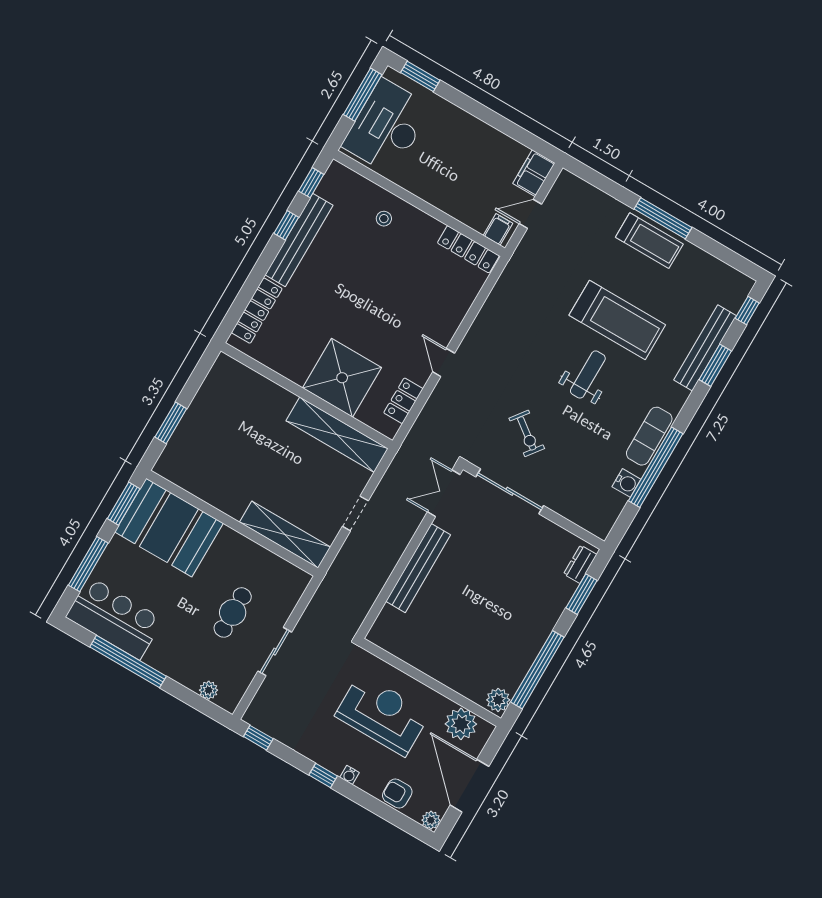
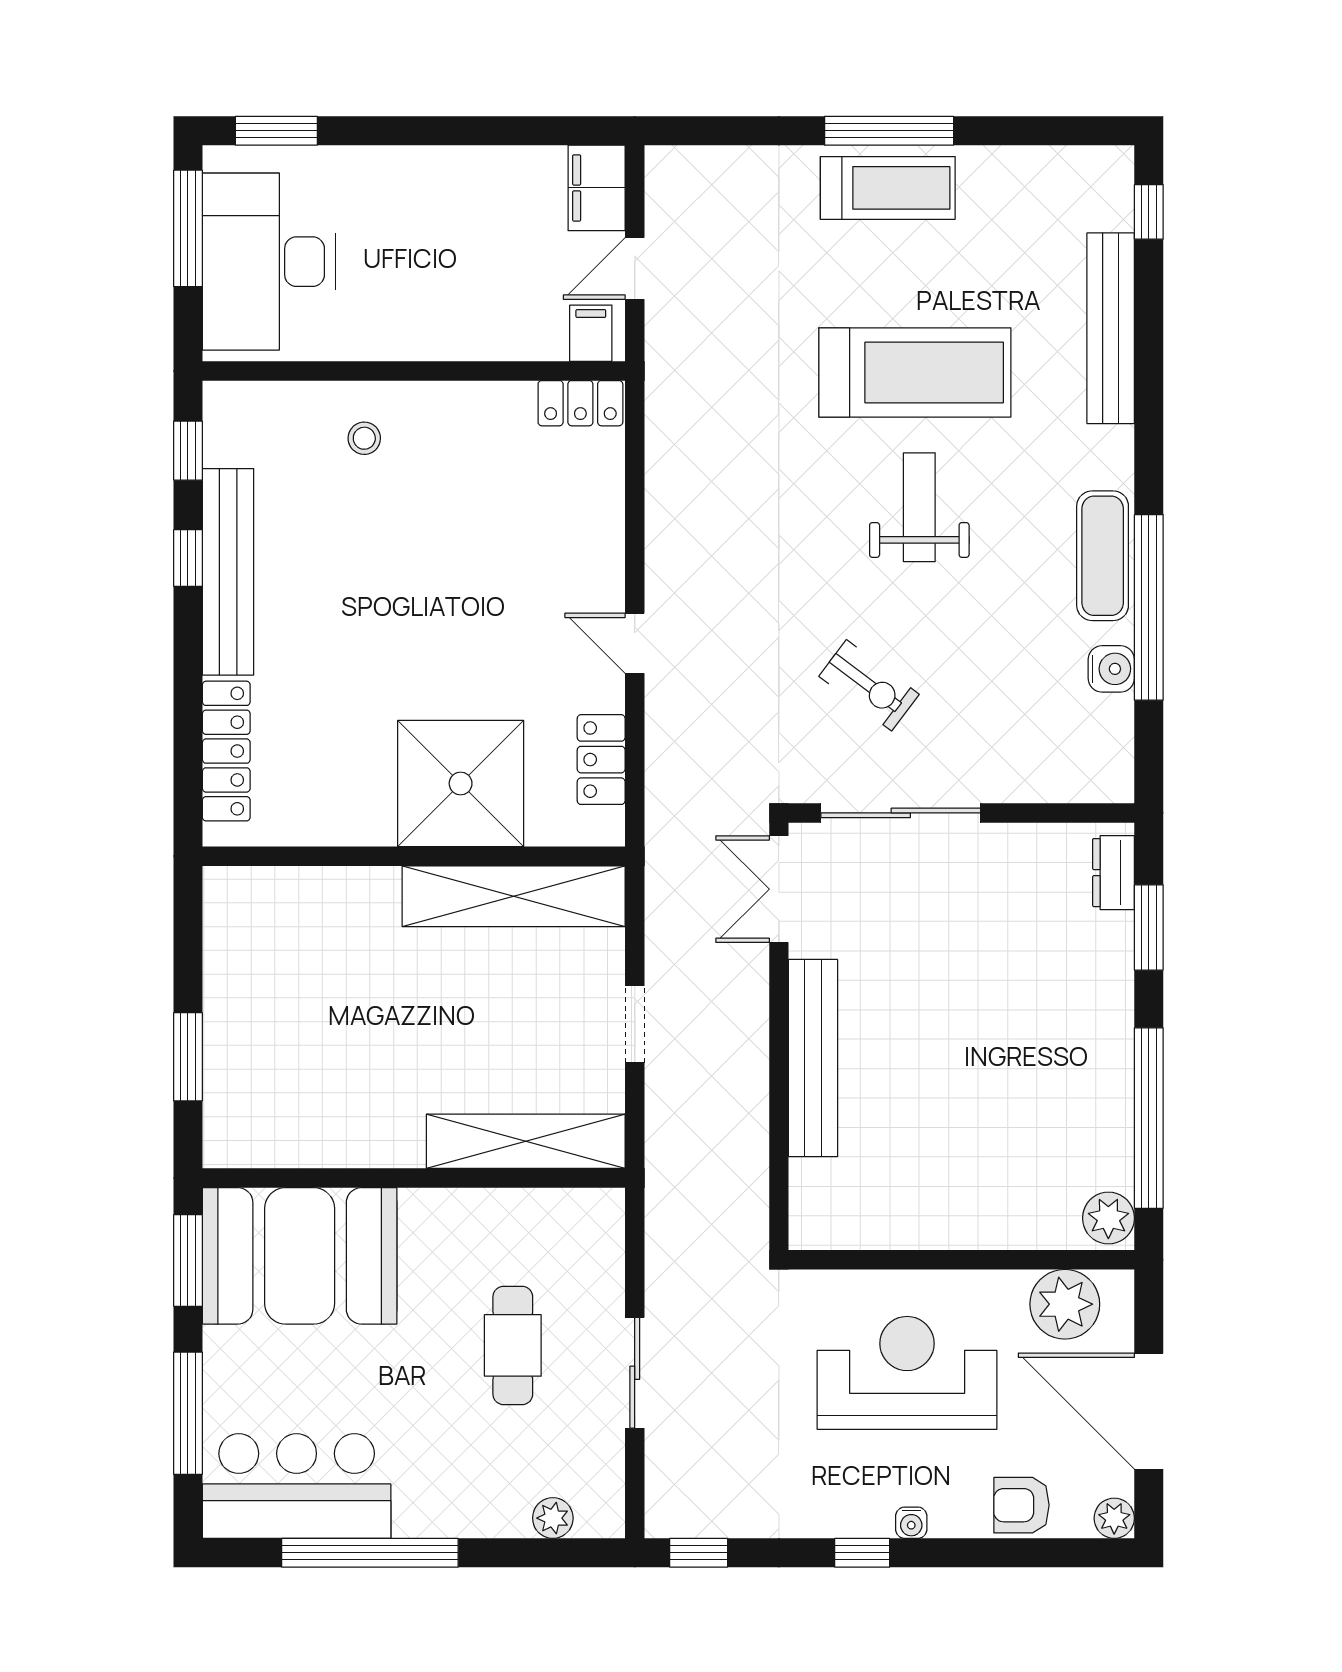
locker: (468, 249) -> (580, 403), width x0.66
window: (715, 365) -> (1149, 350), removed

